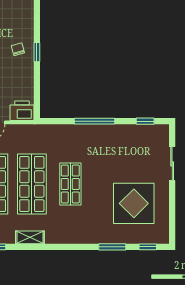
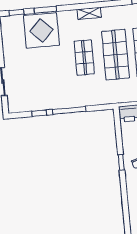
window: (145, 121) -> (39, 113), moved
display table: (134, 203) -> (41, 30), moved
shelving: (30, 237) -> (89, 13), moved

